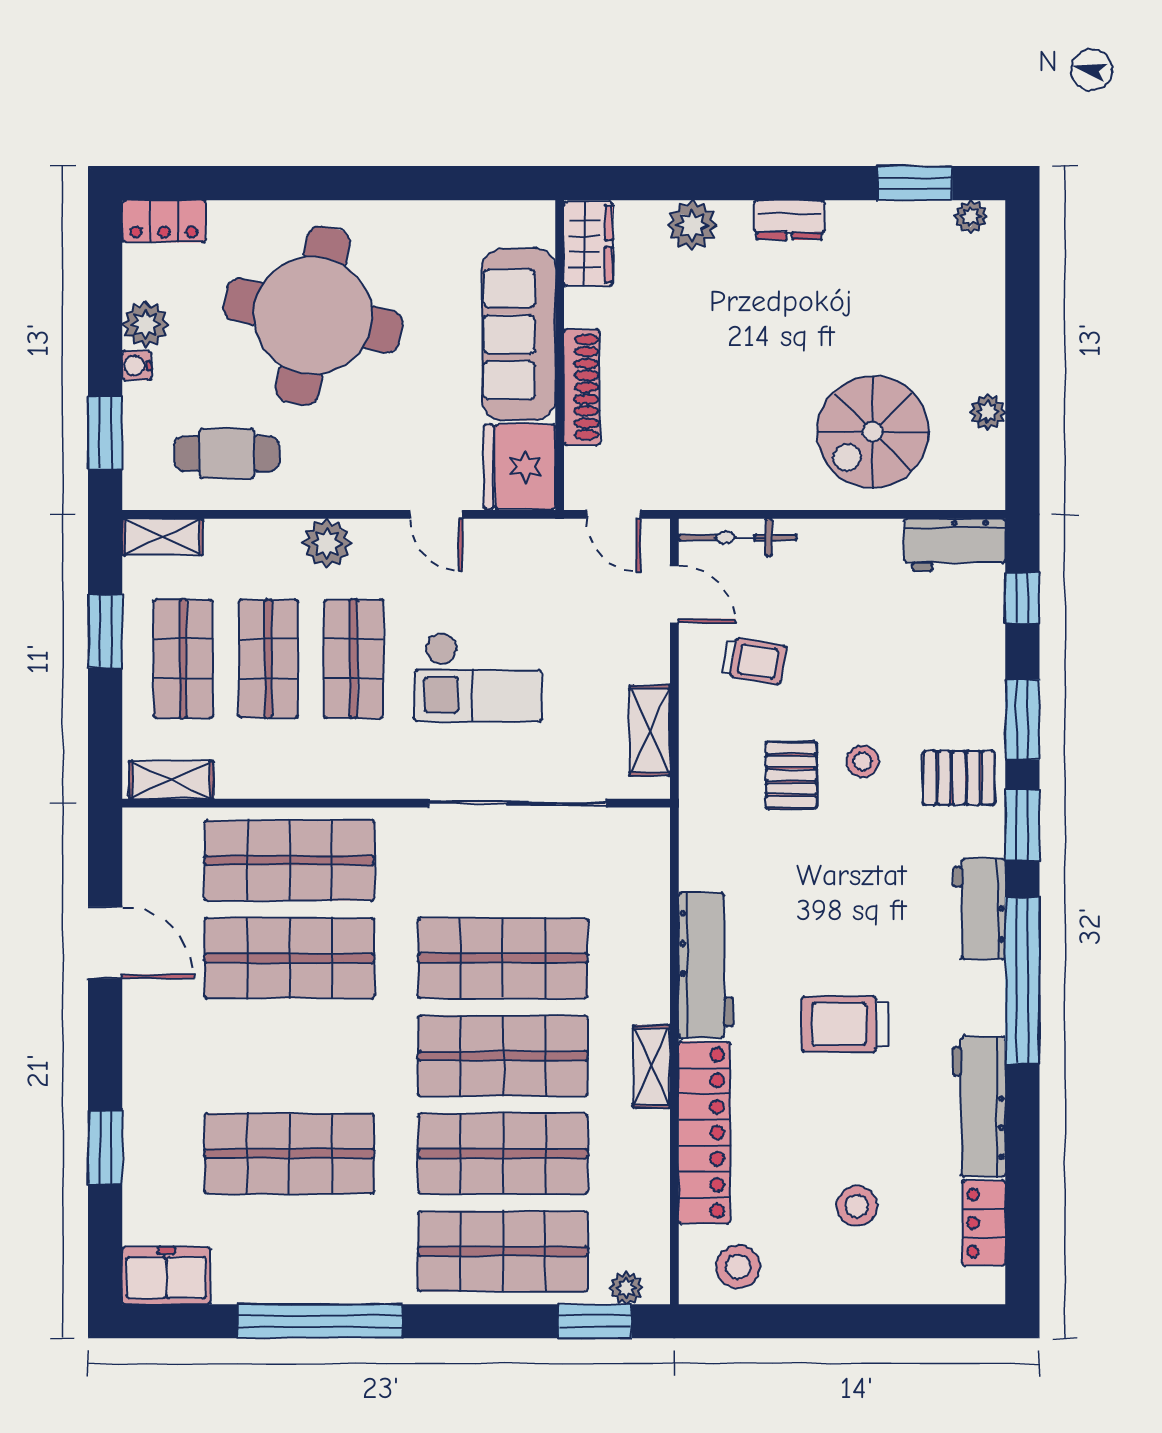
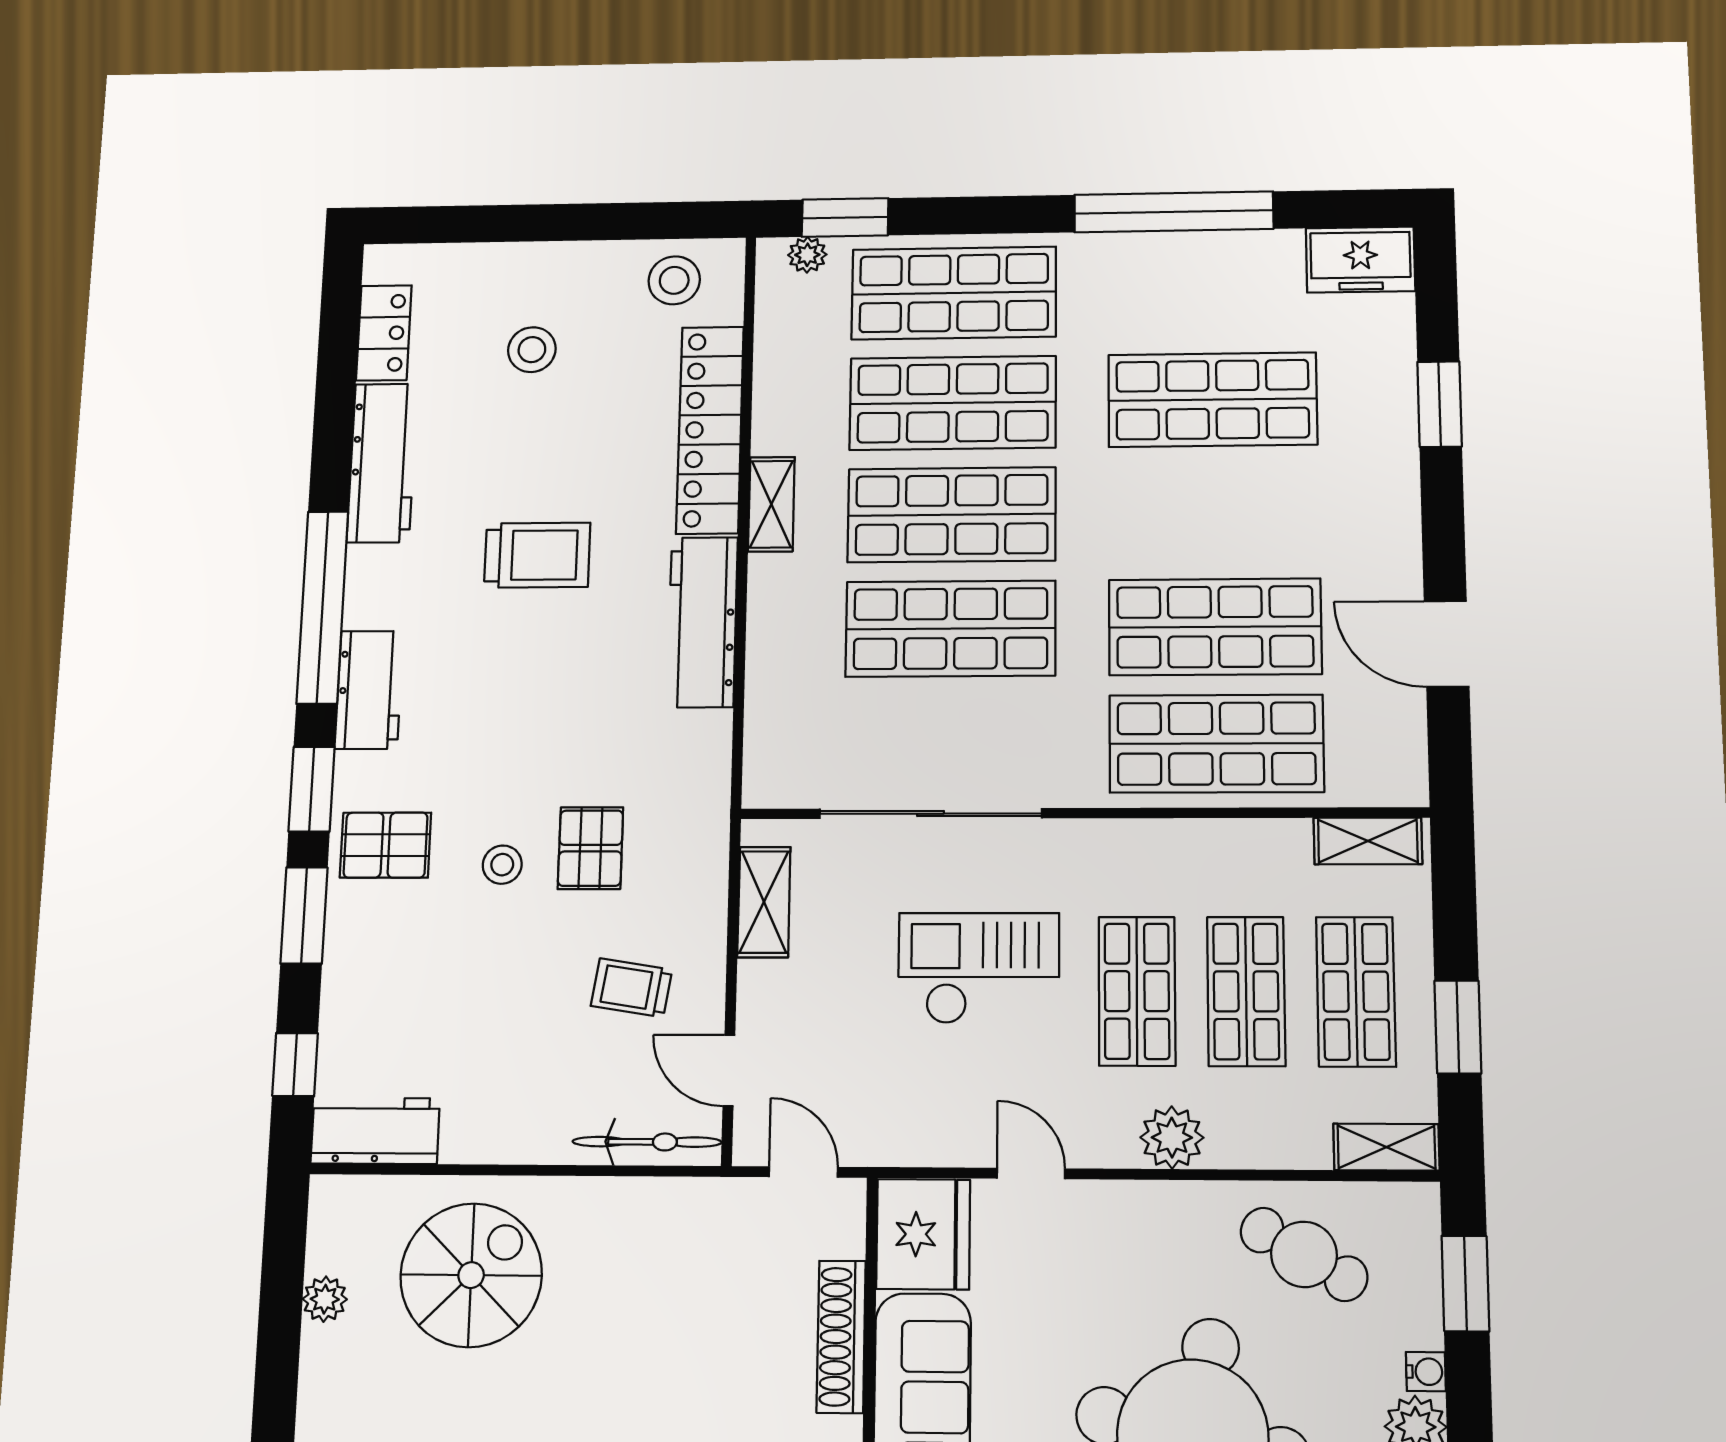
cafe table: (227, 454) -> (1304, 1254), turned 30

